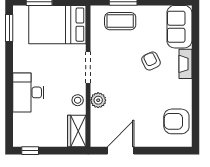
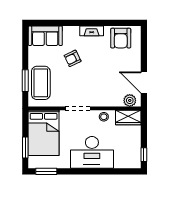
coffee table: (120, 21) -> (41, 83), width x1.36, depth x1.32
fireplace: (185, 64) -> (92, 31), moved
desk: (28, 92) -> (92, 152), width x1.36, depth x1.30
plant: (98, 100) -> (130, 100), moved

